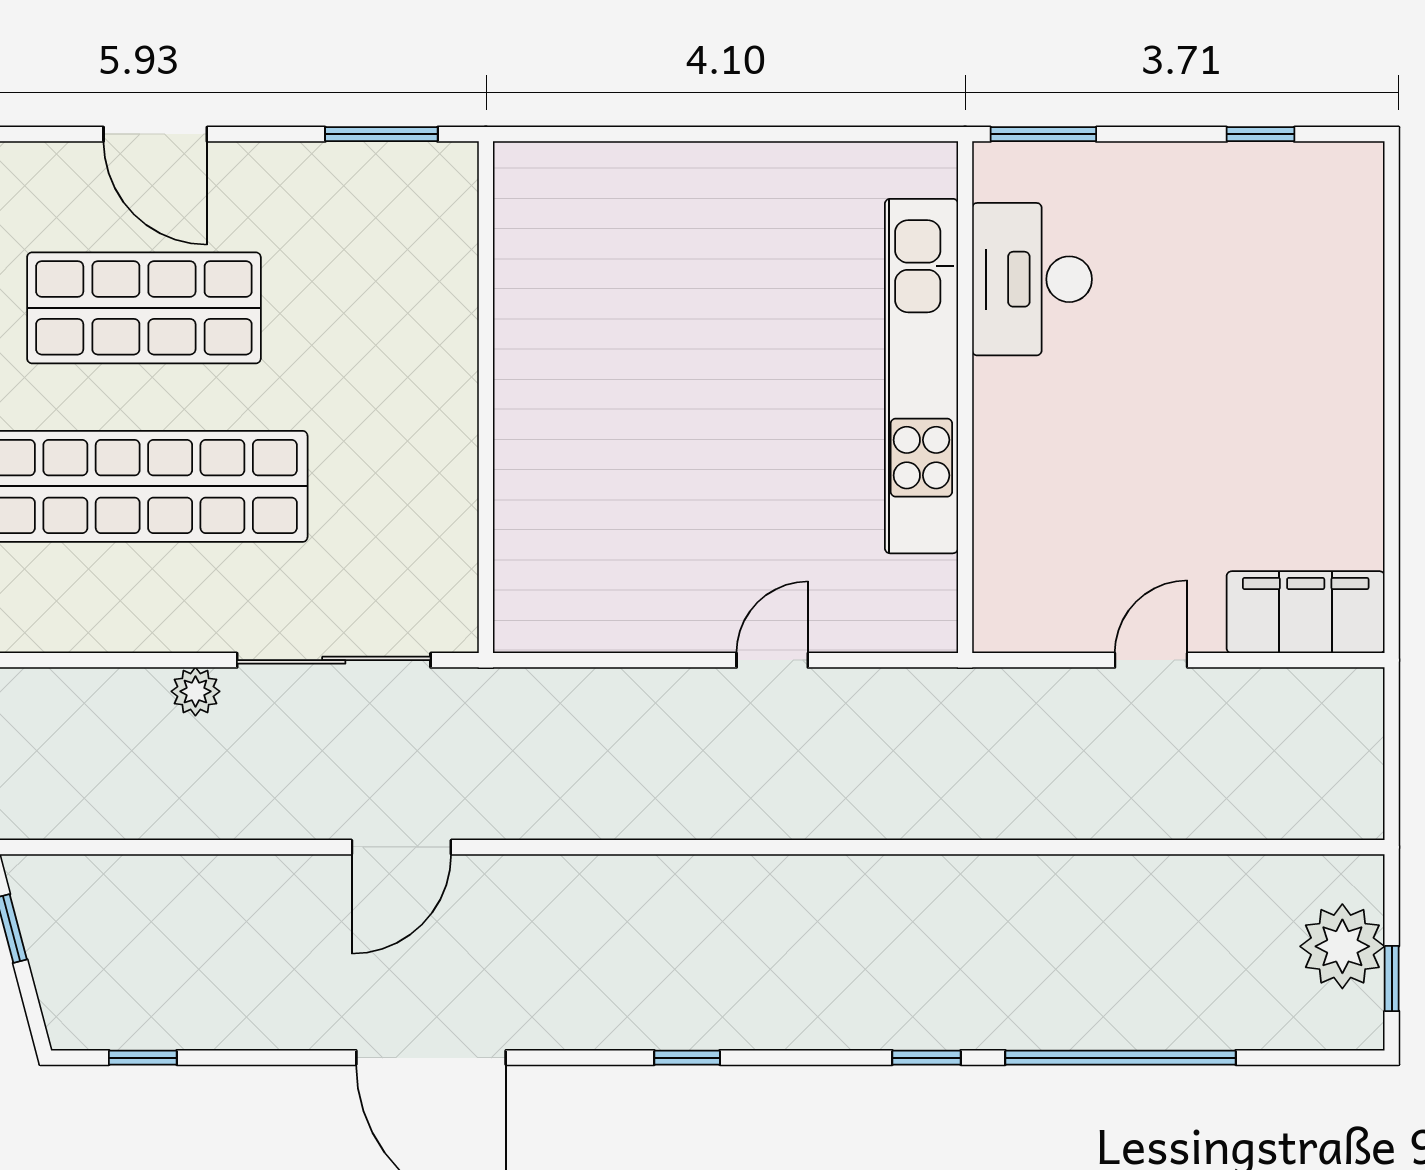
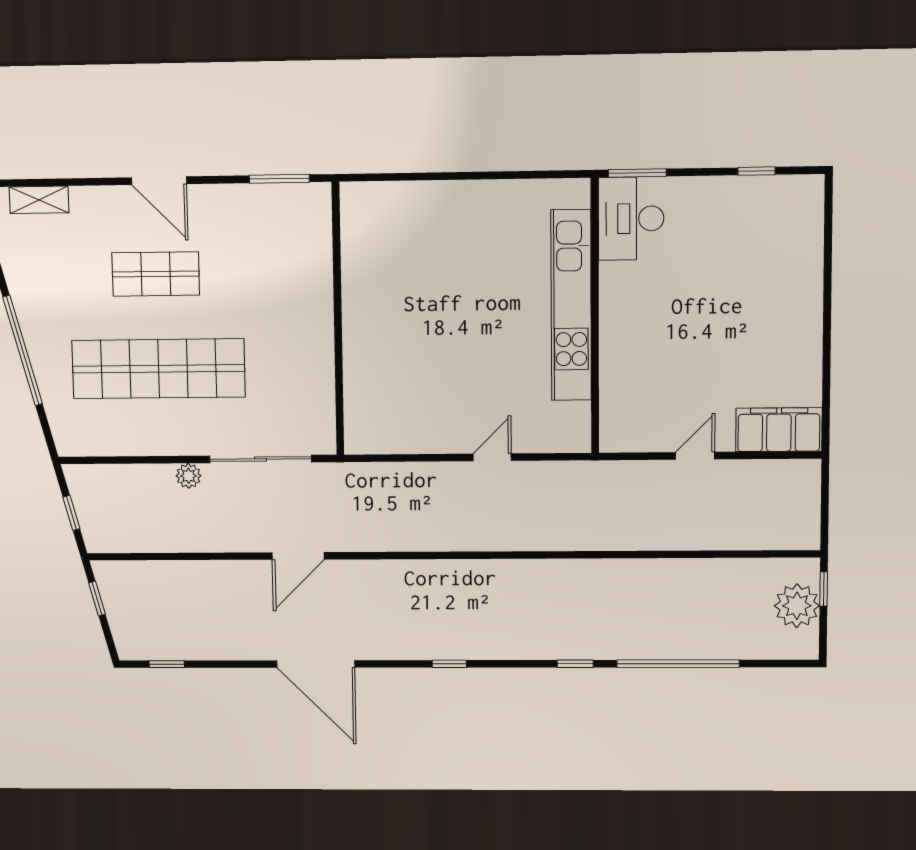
desk: (1032, 279) -> (631, 219), moved
shop shelf: (144, 308) -> (156, 274), width x0.70, depth x0.74
window: (1392, 979) -> (824, 589), moved

